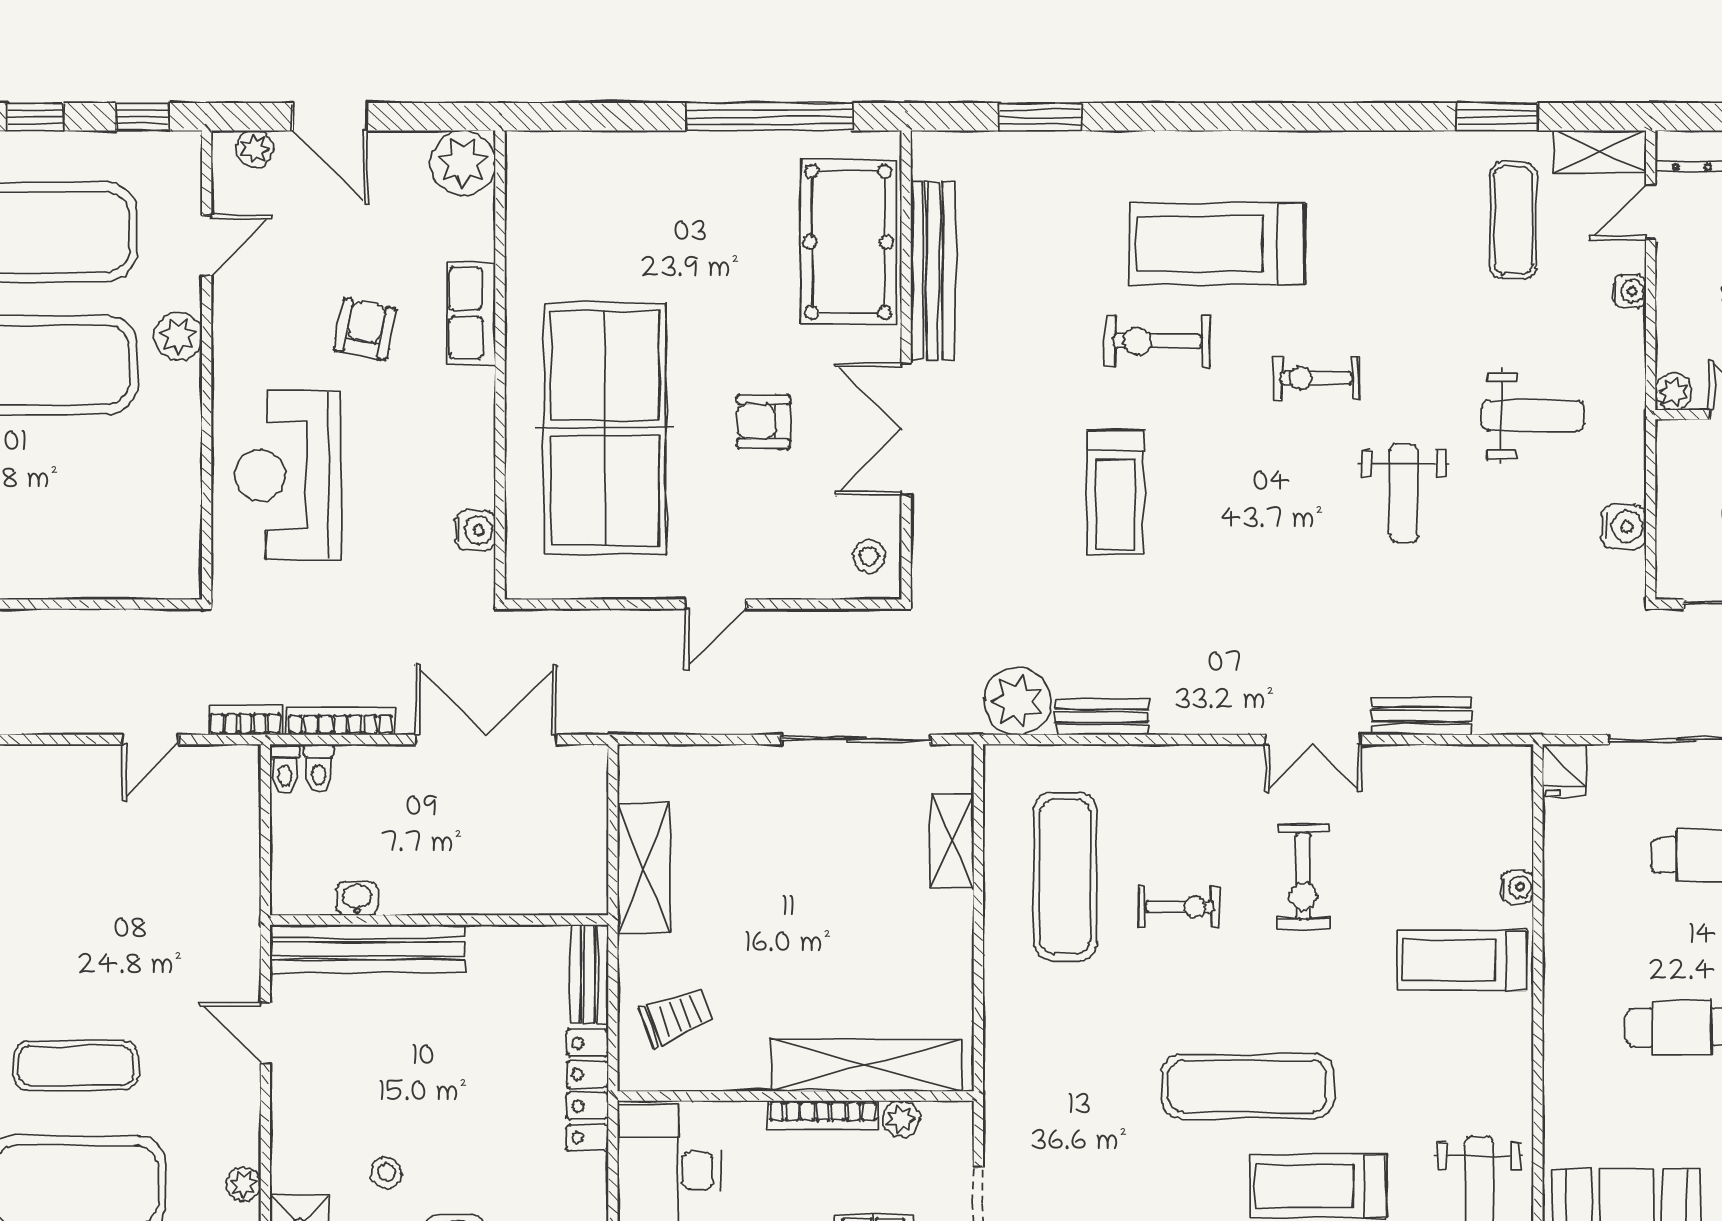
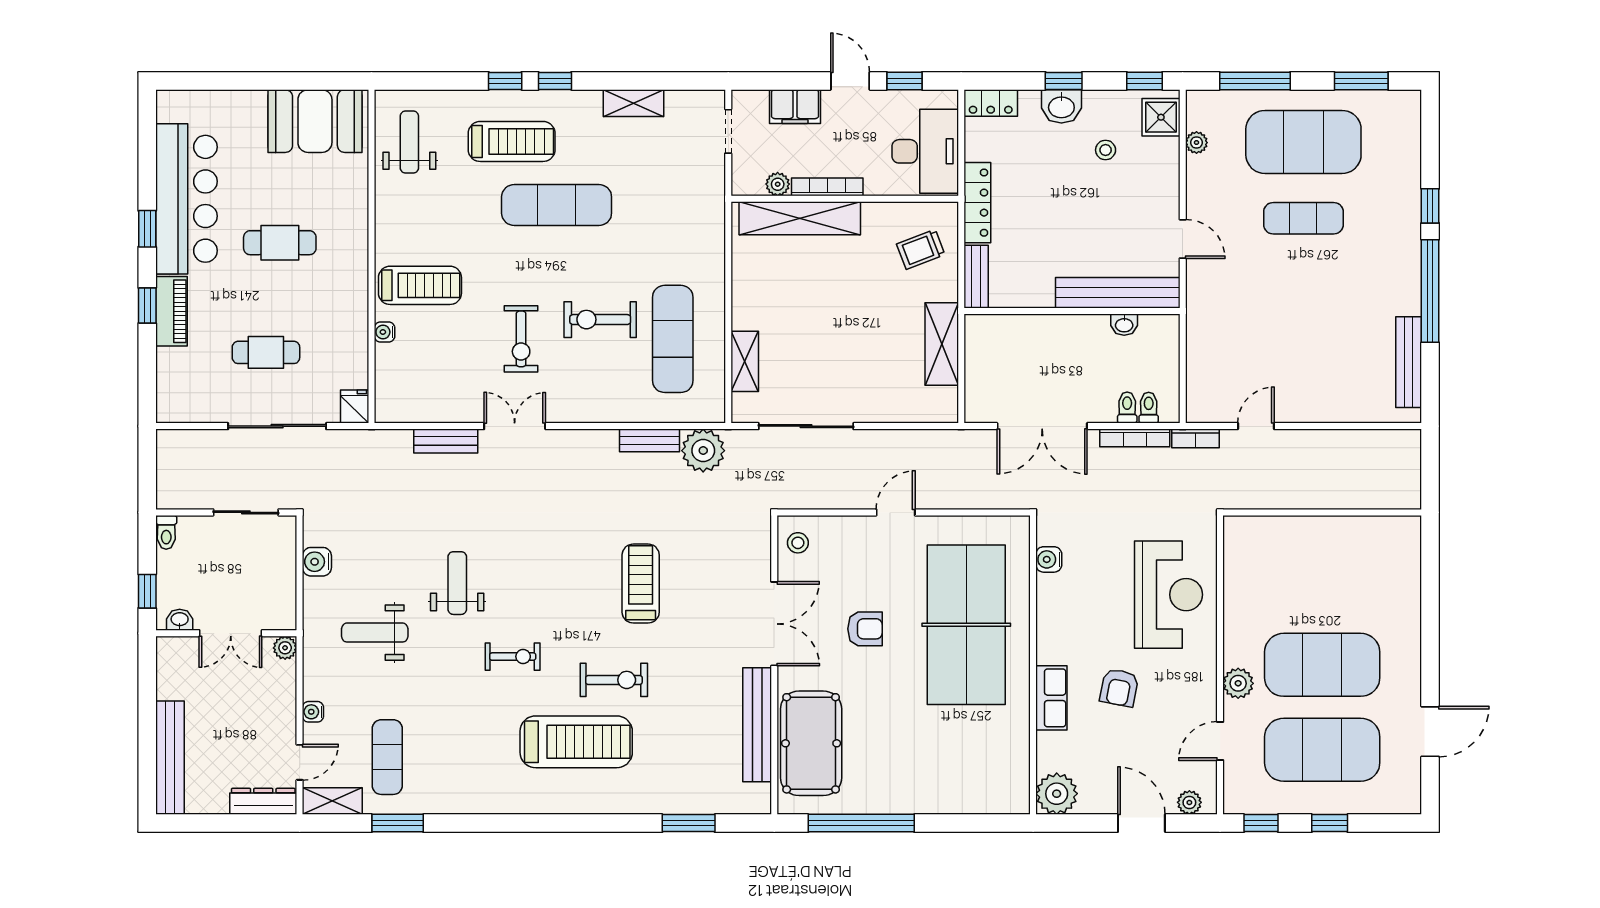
toilet: (285, 769) -> (1127, 408), moved
exercise bike: (1303, 876) -> (521, 339), turned 180
exercise bike: (1179, 907) -> (600, 320), width x1.38, depth x1.39

